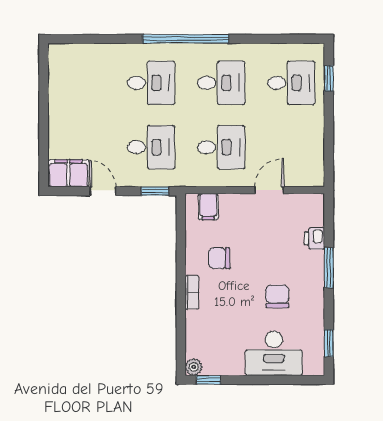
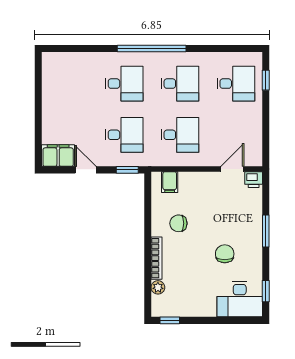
door: (269, 190) -> (232, 169), moved
printer: (315, 238) -> (254, 180), moved, turned -90
bookcase: (192, 292) -> (157, 258), width x1.56
desk: (274, 353) -> (240, 299), moved
plant: (194, 367) -> (158, 287), moved

